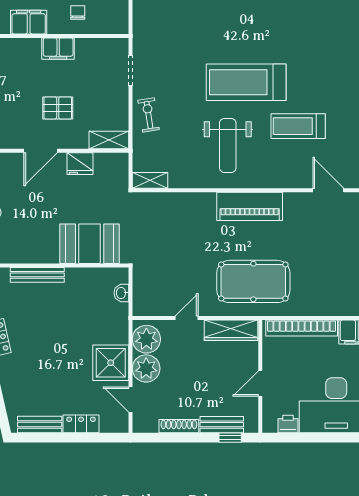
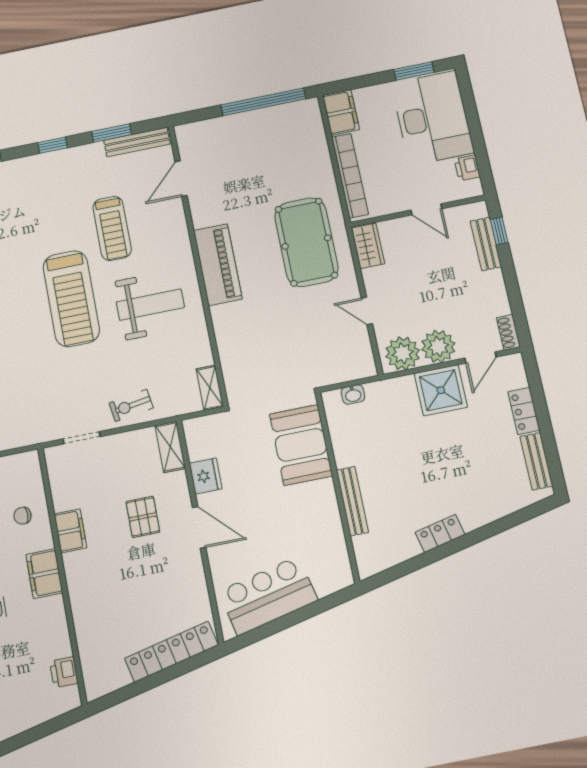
wardrobe: (231, 330) -> (368, 246), width x0.67
shoe rack: (179, 426) -> (508, 332), moved, width x0.70

